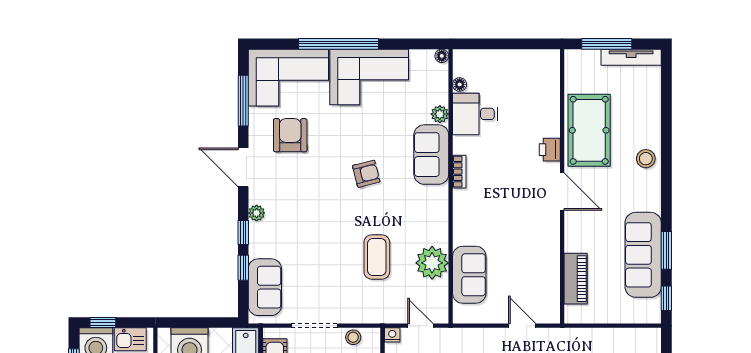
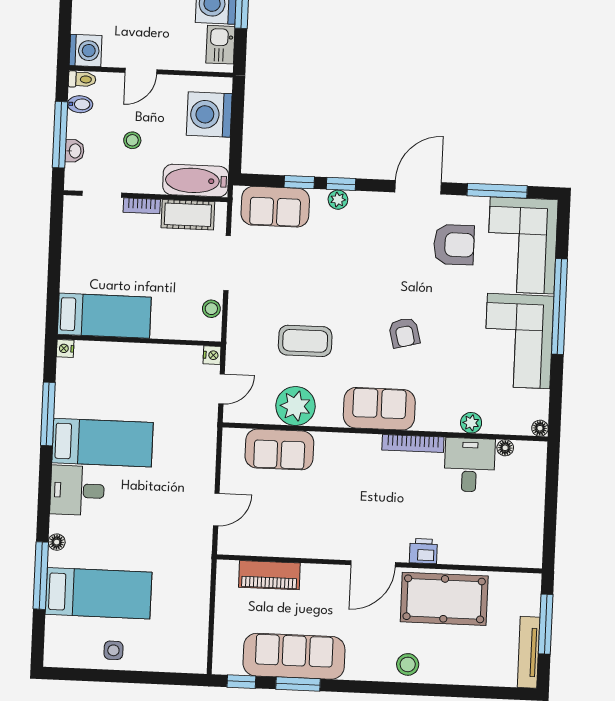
sofa: (431, 155) -> (379, 409), moved
bookcase: (459, 172) -> (413, 443), width x1.56
plant: (257, 213) -> (338, 200), moved

